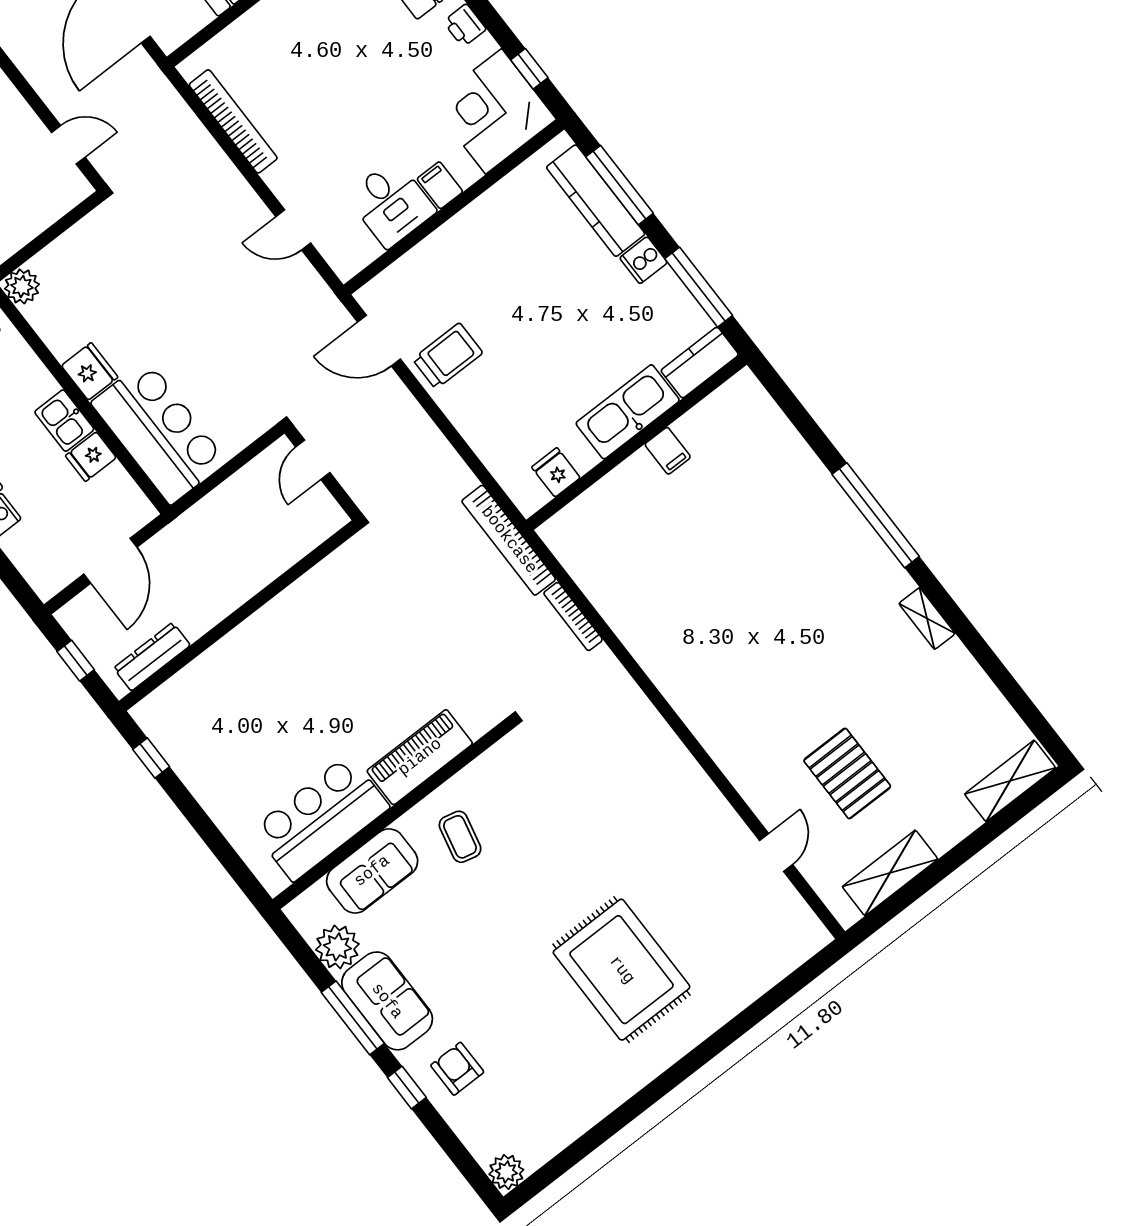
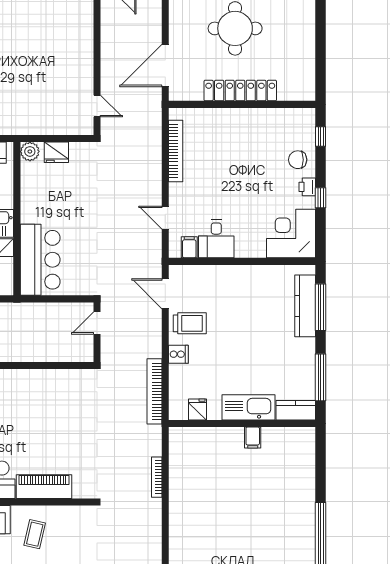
window: (529, 69) -> (321, 198), moved
filing cabinet: (440, 185) -> (189, 247), moved
cooker: (643, 260) -> (178, 354), moved, turned 180
fridge: (90, 371) -> (56, 152), moved, turned 90
bookcase: (509, 540) -> (154, 391), moved

